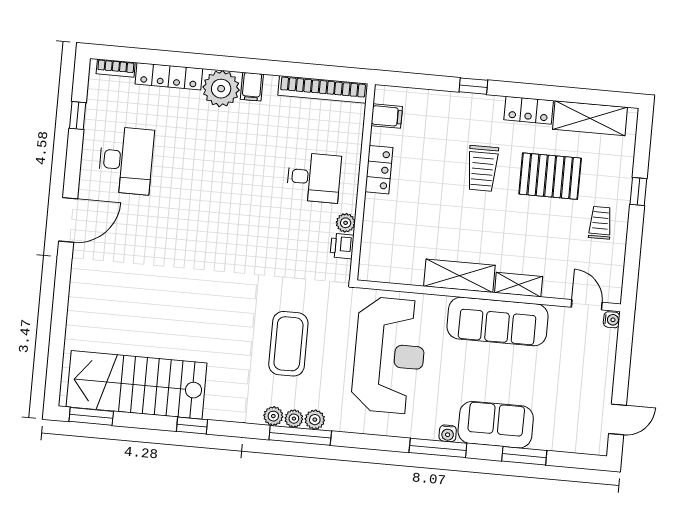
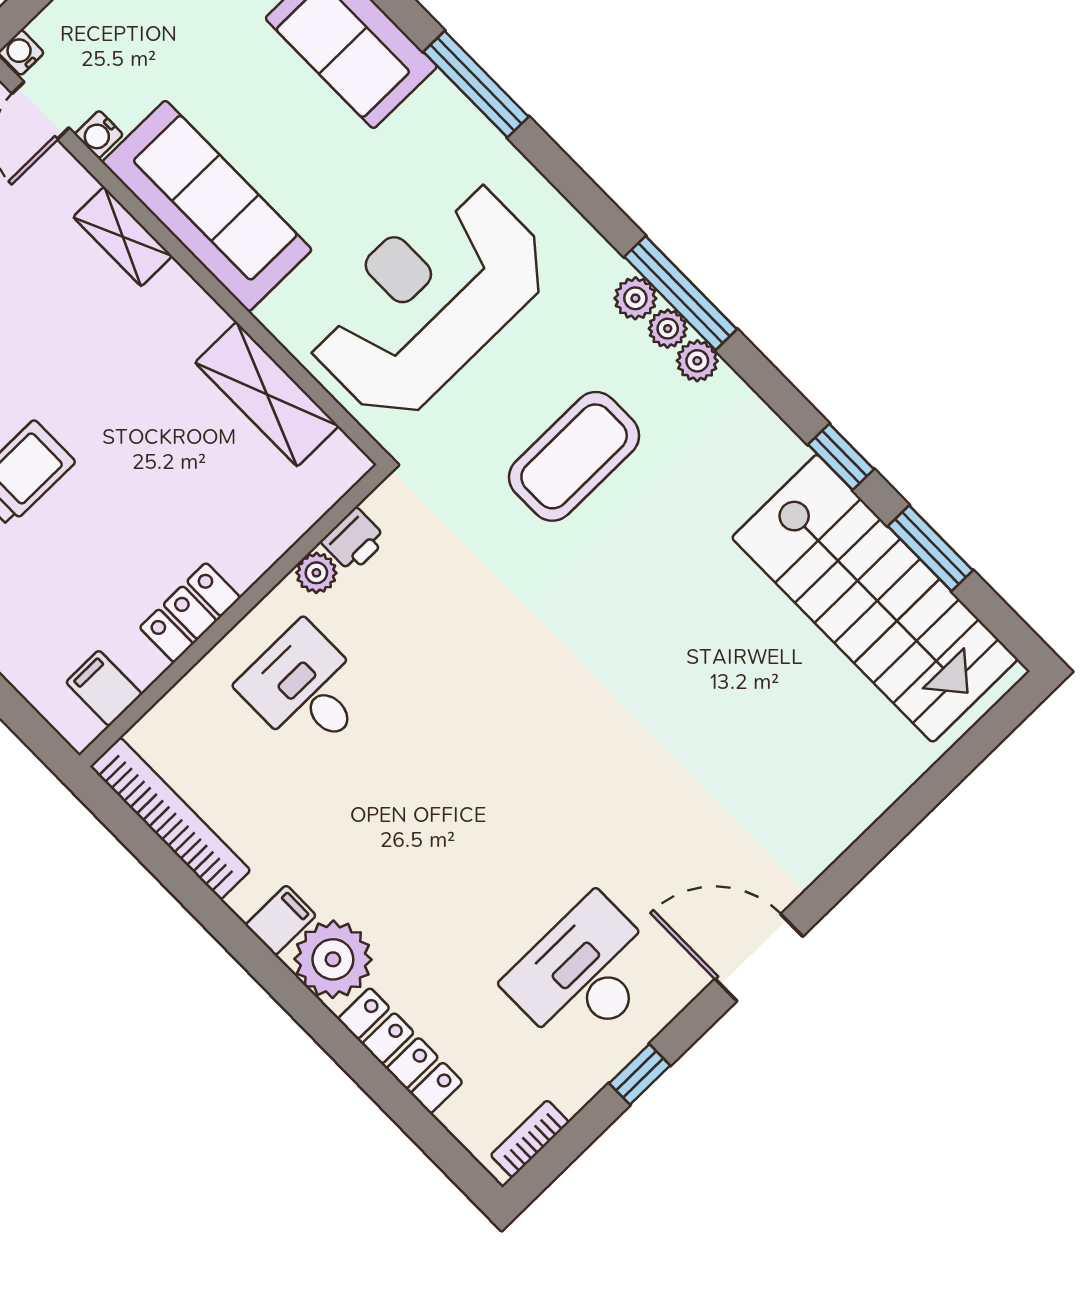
bookcase: (116, 68) -> (530, 1139), moved, turned -90
window: (78, 115) -> (640, 1074), moved
shelving: (459, 276) -> (267, 394), moved
window: (91, 416) -> (930, 548), moved
water cooler: (448, 433) -> (99, 134), moved, turned 180

